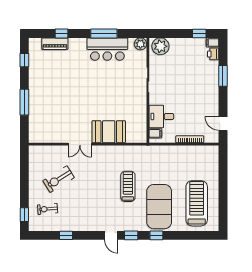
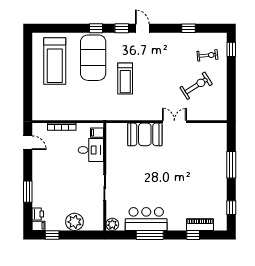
plant: (160, 46) -> (74, 222), moved

